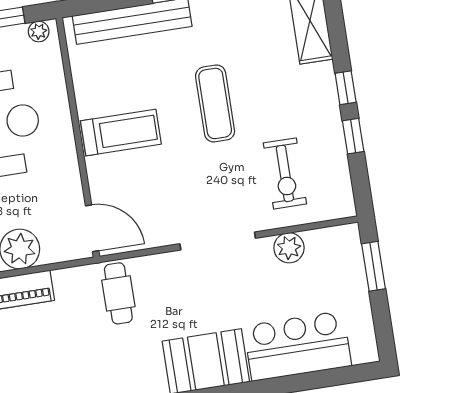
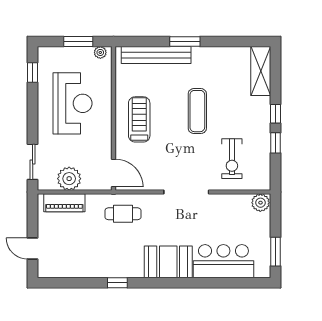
treadmill: (121, 133) -> (139, 119), turned -90
plant: (289, 248) -> (260, 203), moved
window: (374, 266) -> (275, 252), moved
cafe table: (118, 293) -> (123, 214), turned 90

